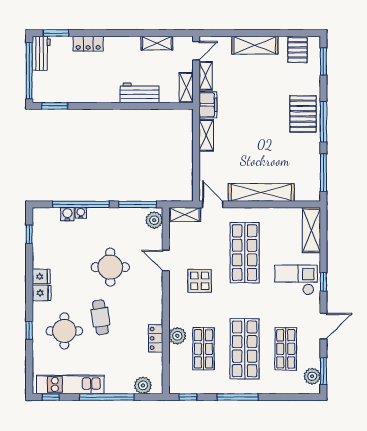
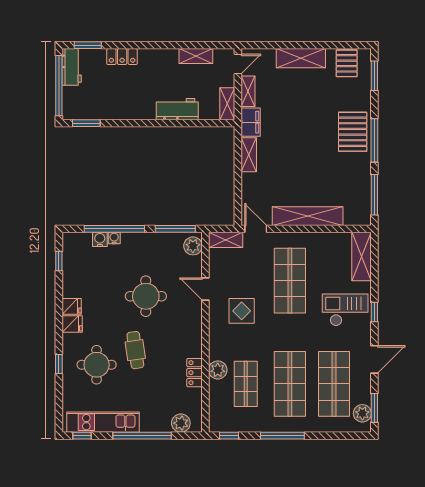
shop shelf: (286, 349) -> (334, 384), width x1.43, depth x1.36

